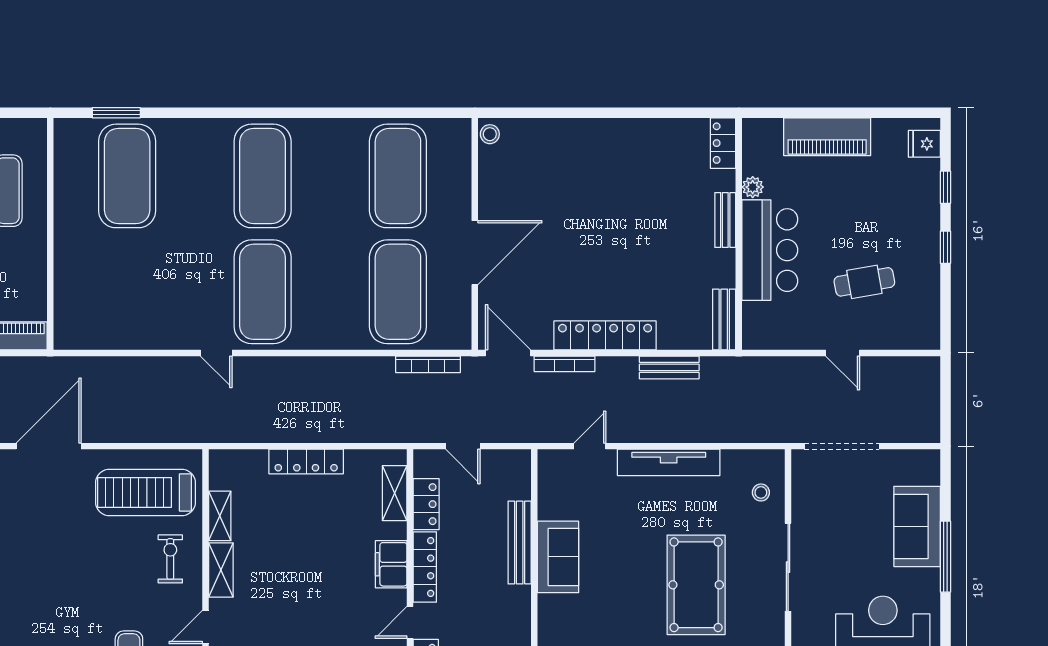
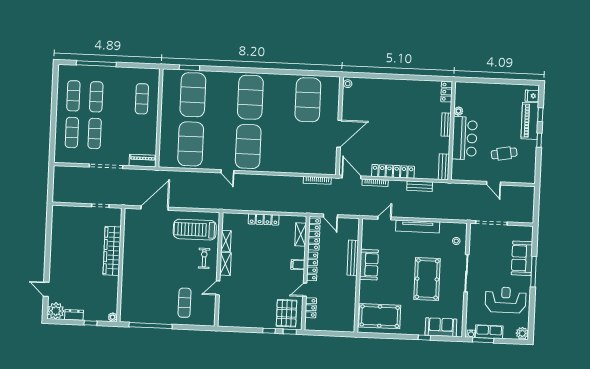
piano: (827, 137) -> (530, 121), moved, turned 90
exercise mat: (398, 292) -> (191, 144), moved
locker: (426, 504) -> (314, 234), width x1.53
filing cabinet: (391, 564) -> (298, 265), width x0.50

